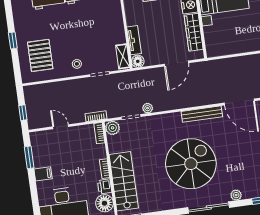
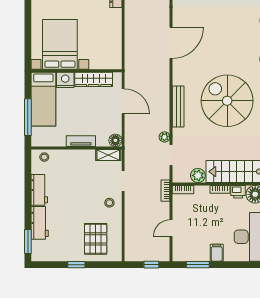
tv unit: (134, 40) -> (81, 141), moved
pallet: (40, 55) -> (96, 239), turned 90
bench: (202, 114) -> (178, 106), moved
plant: (113, 128) -> (198, 175), moved

